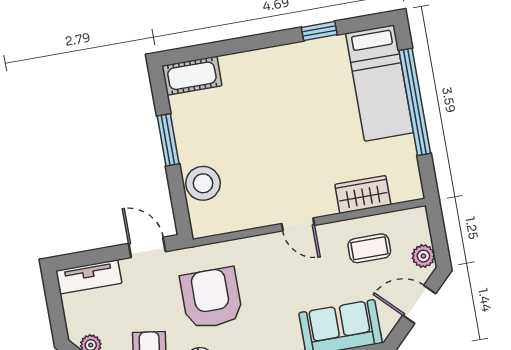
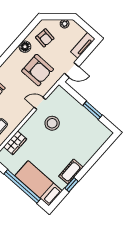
cot: (192, 76) -> (71, 172), moved
stool: (203, 183) -> (52, 123), moved
door: (298, 224) -> (40, 103), moved

